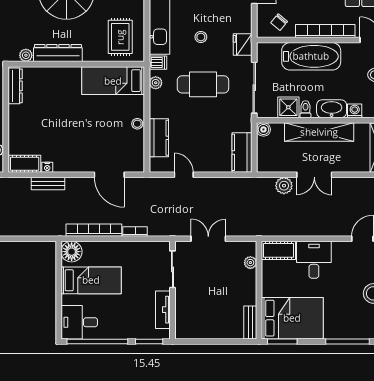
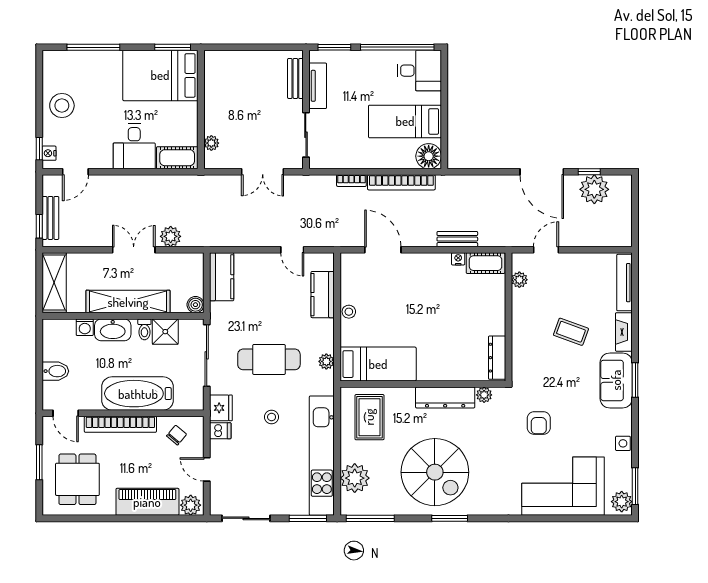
dishwasher: (158, 63) -> (220, 431), moved, turned 180
bench: (250, 322) -> (295, 78), moved

